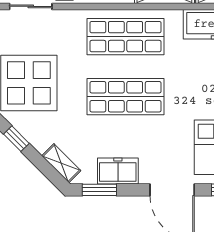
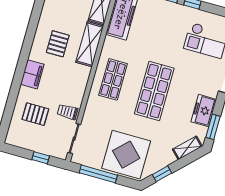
shop shelf: (126, 37) -> (113, 79), width x0.70, depth x0.74

